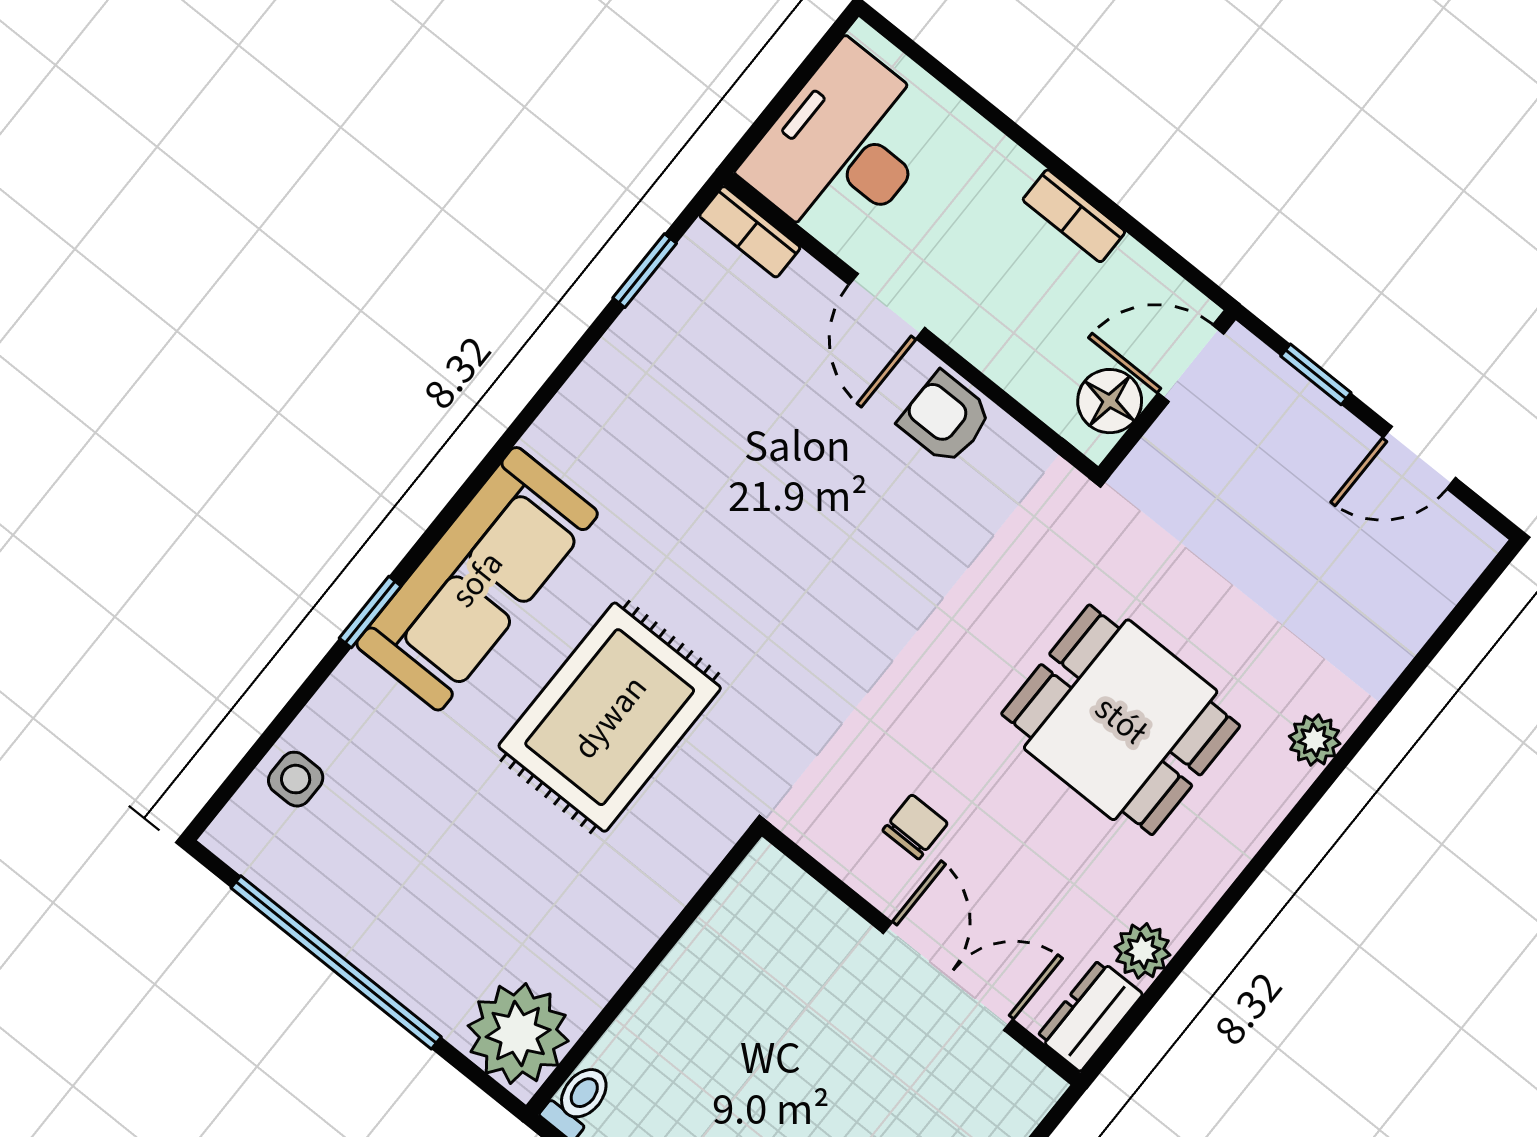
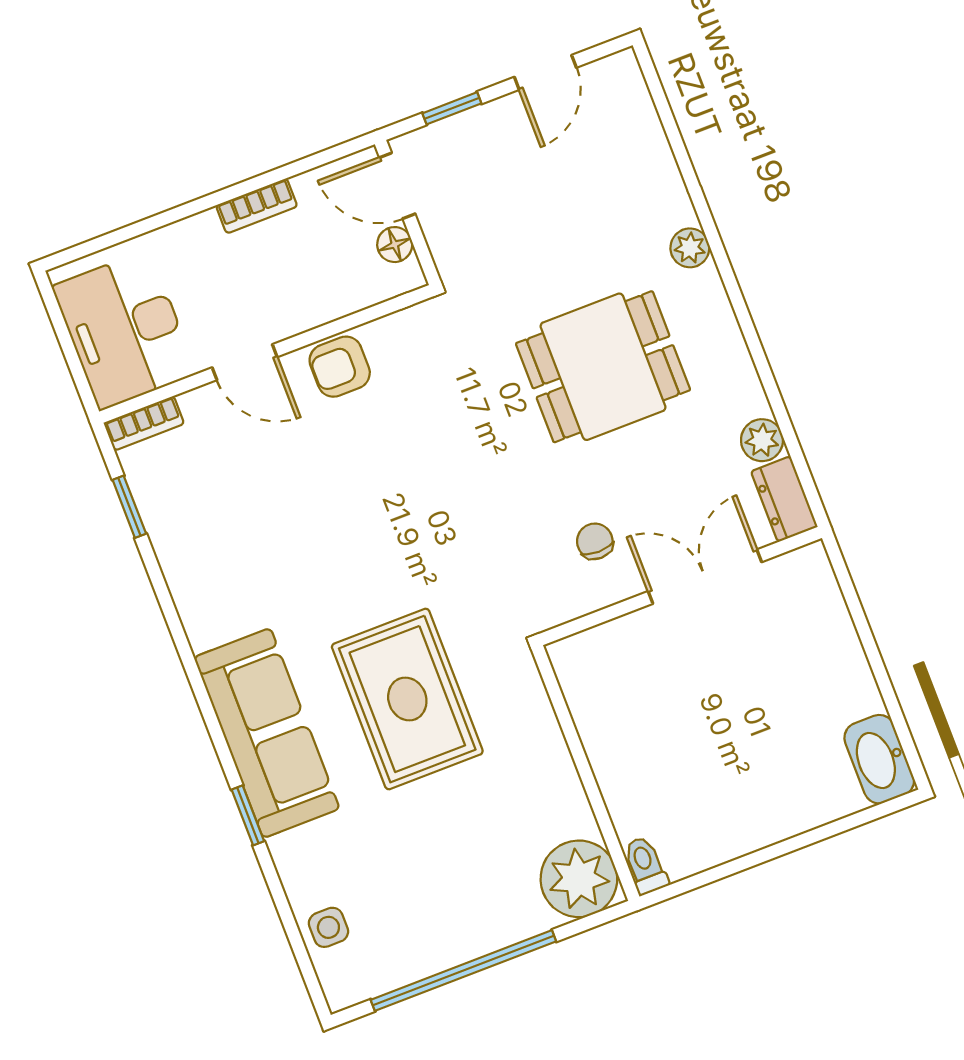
door: (1191, 363) -> (397, 186), hinge flipped
floor lamp: (1110, 401) -> (395, 245), width x0.73, depth x0.73

